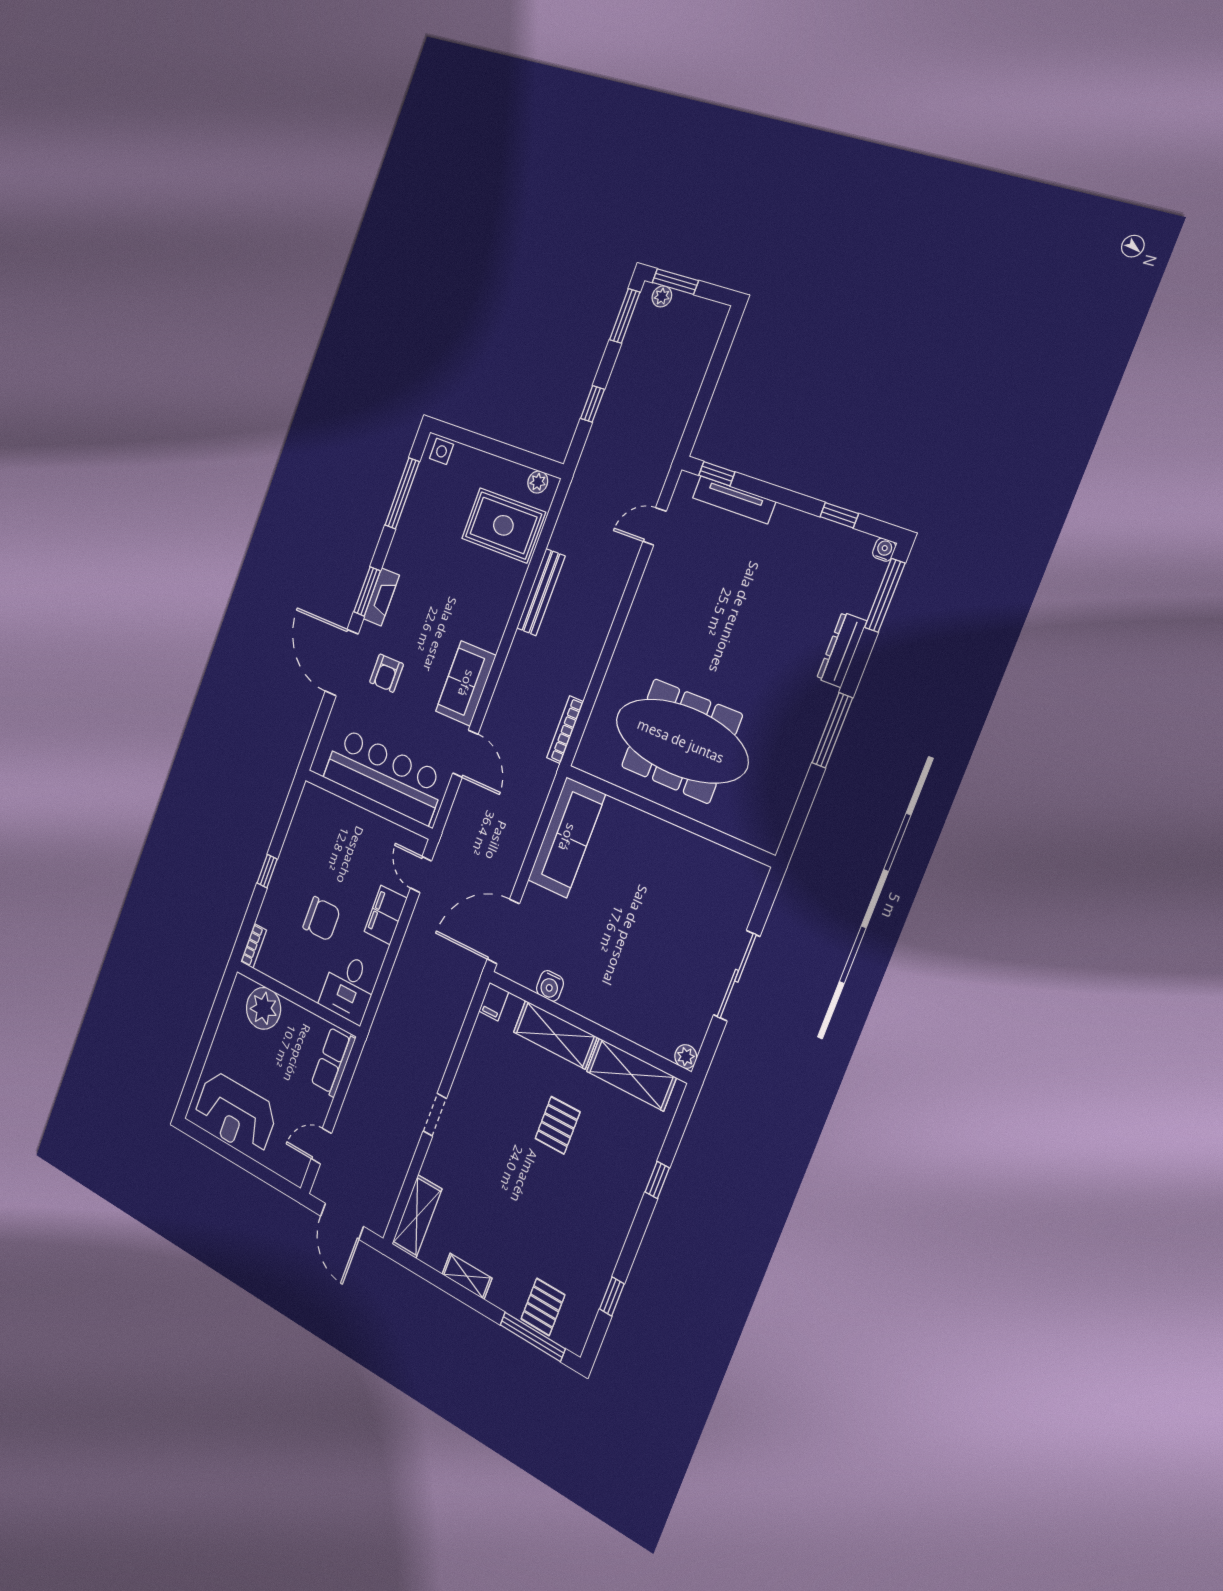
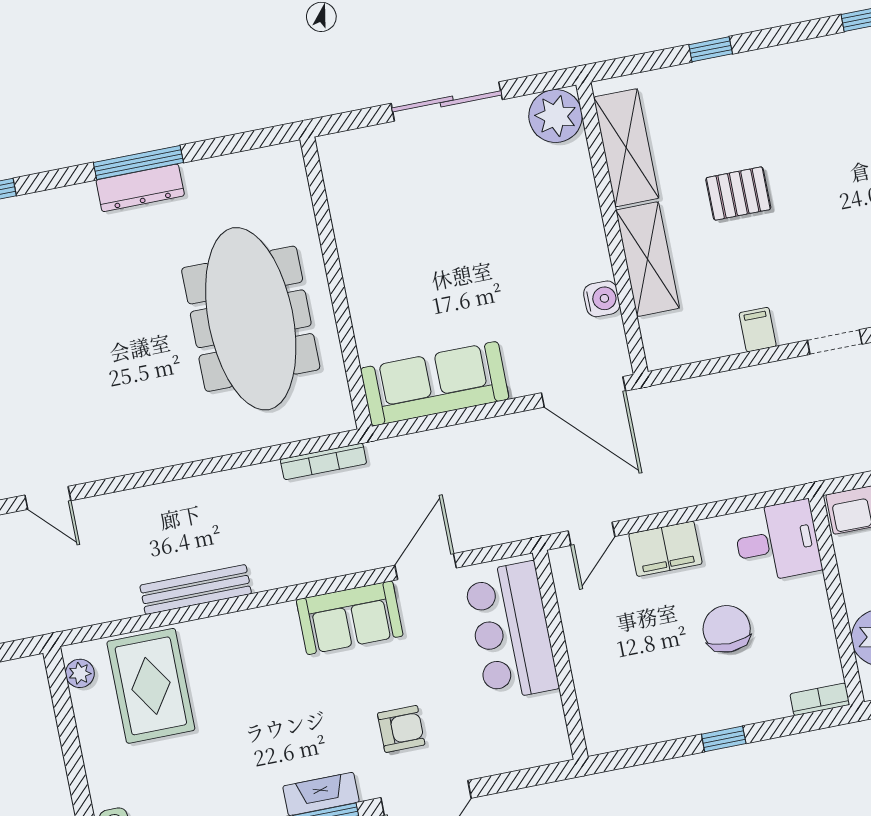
dresser: (842, 650) -> (140, 188), moved
bar counter: (384, 776) -> (511, 631), width x0.73
filing cabinet: (494, 1002) -> (758, 330), moved, turned -90
plant: (686, 1057) -> (556, 116), width x1.88, depth x1.88

